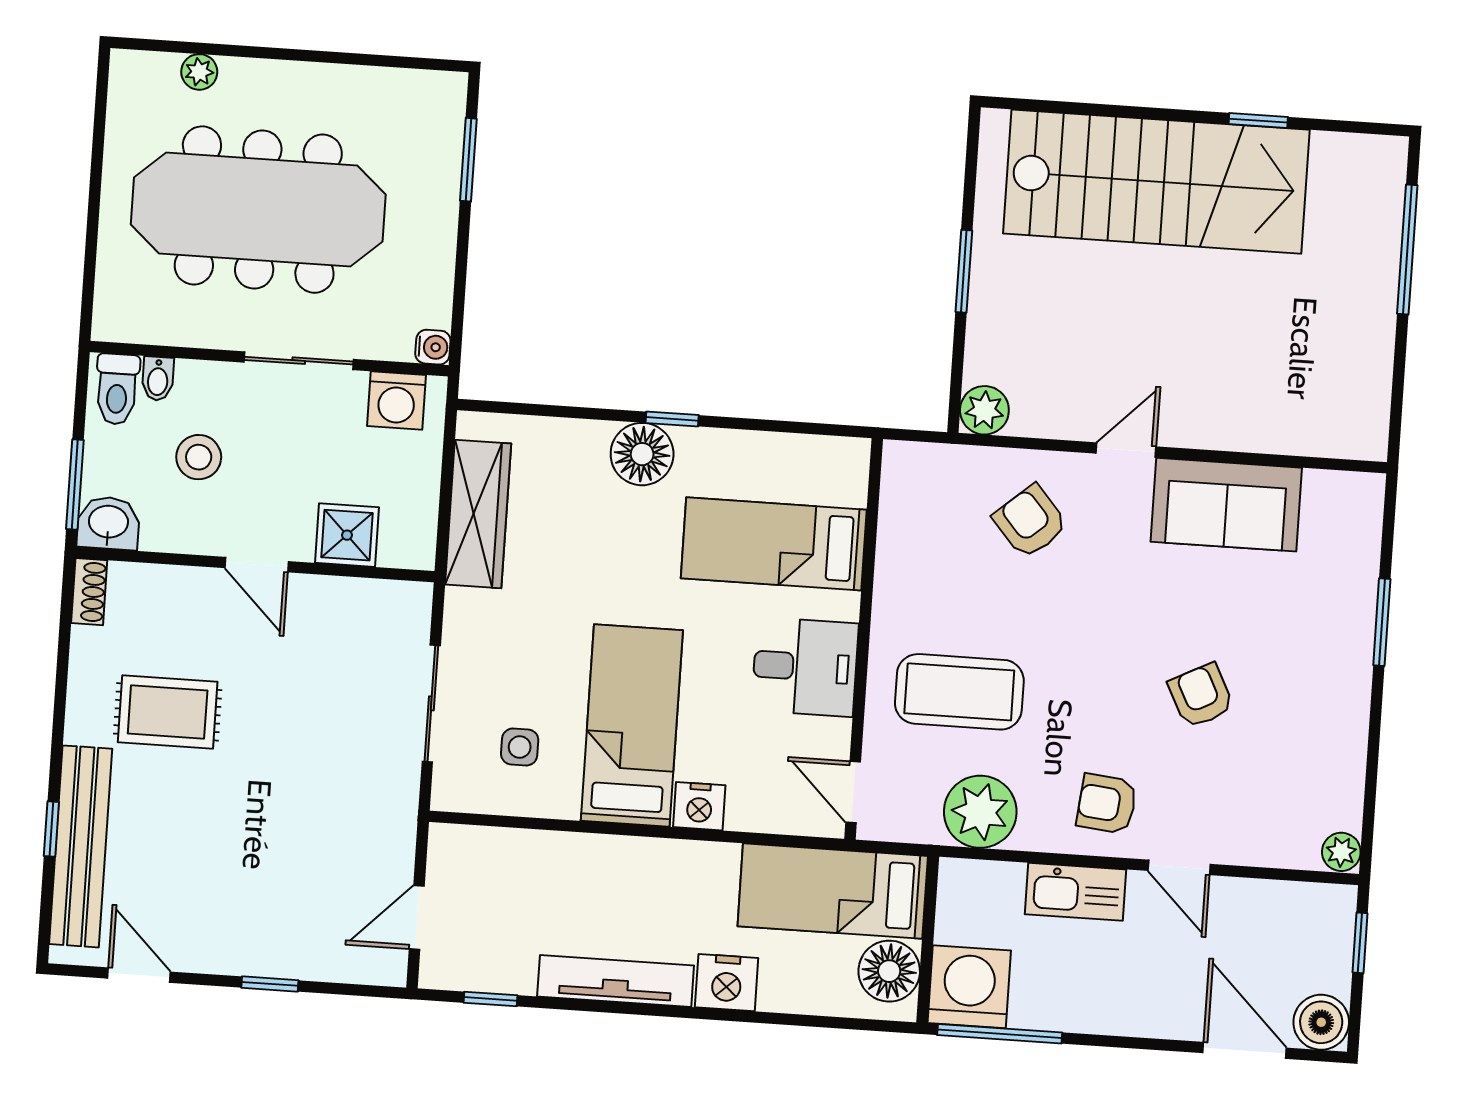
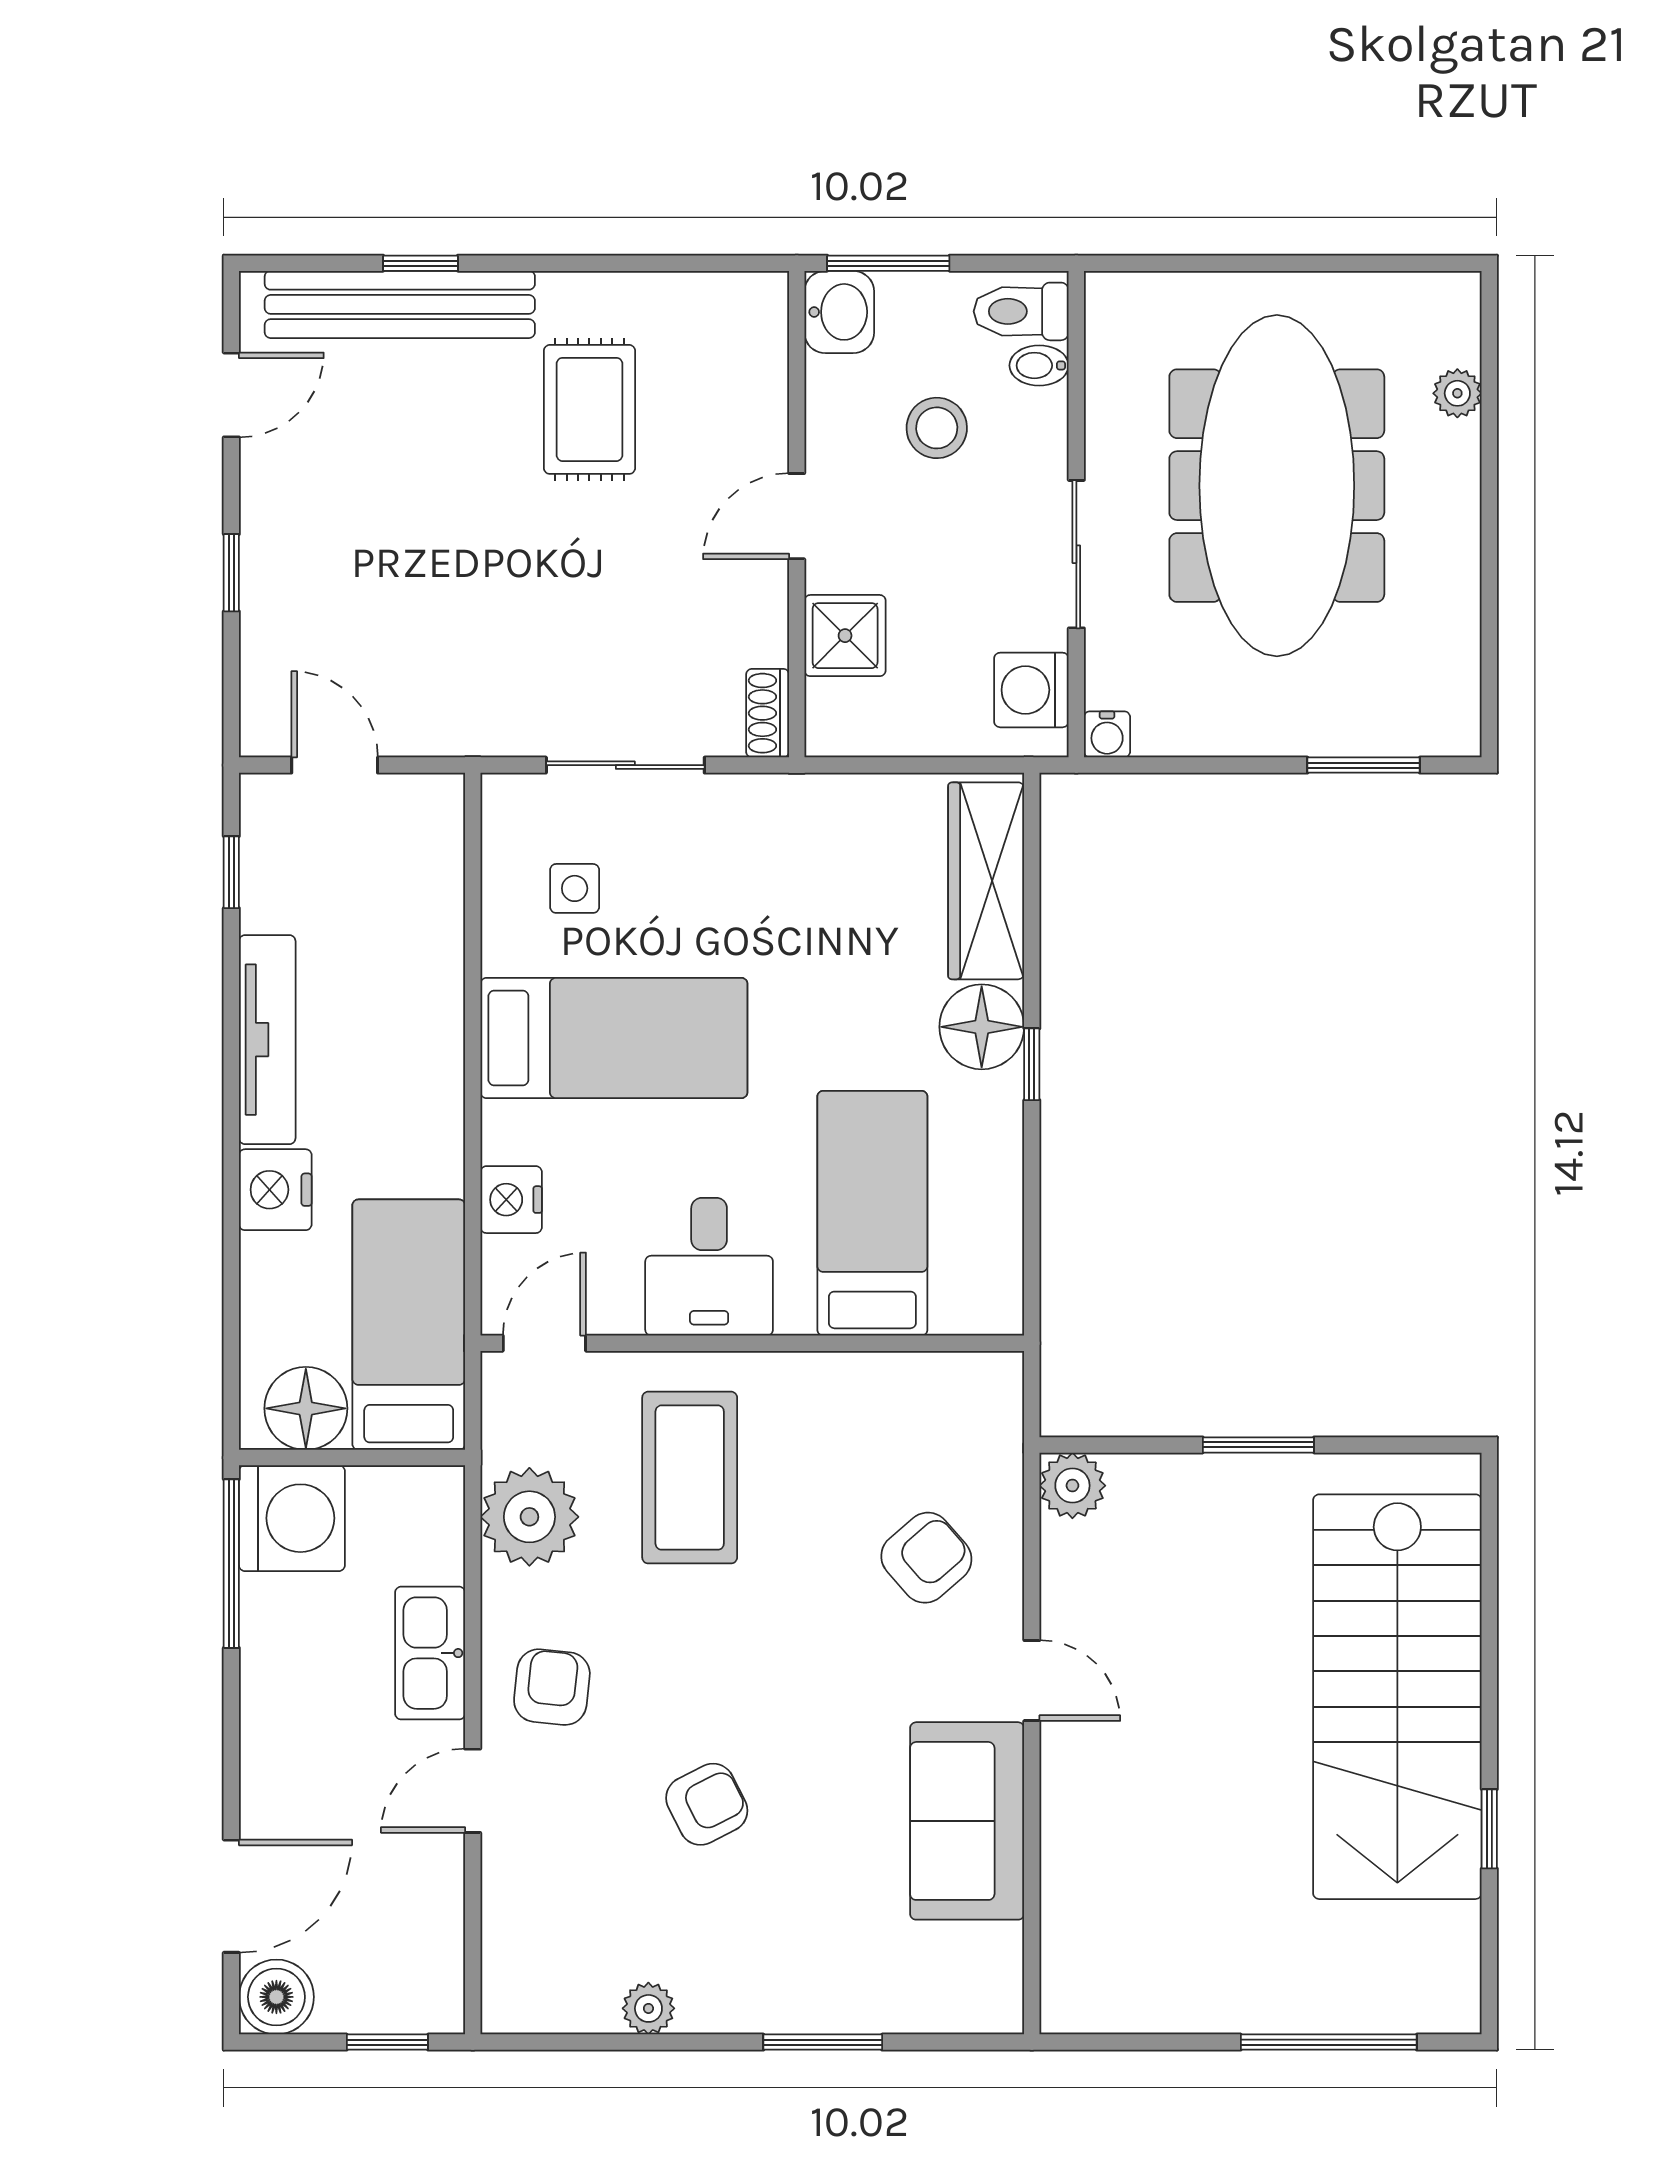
wardrobe: (478, 514) -> (986, 881), moved, turned 90
shoe rack: (89, 592) -> (768, 713), moved, turned 90
nightstand: (699, 806) -> (511, 1200), moved
plant: (1341, 852) -> (648, 2008), moved

